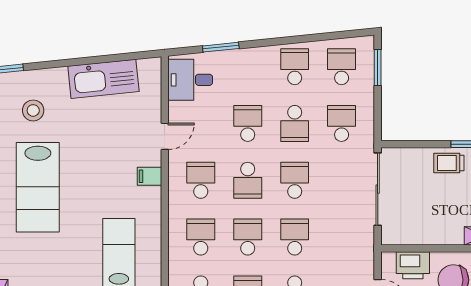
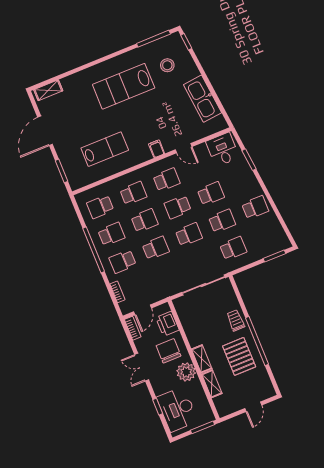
school desk: (342, 67) -> (266, 235), removed
school desk: (295, 123) -> (222, 221), turned 180

